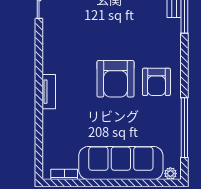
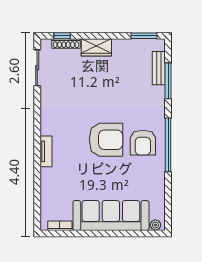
armchair: (115, 79) -> (106, 140), turned -90
window: (184, 128) -> (168, 145), moved

